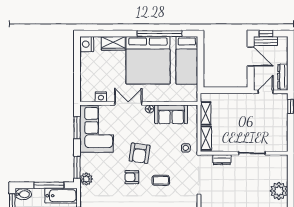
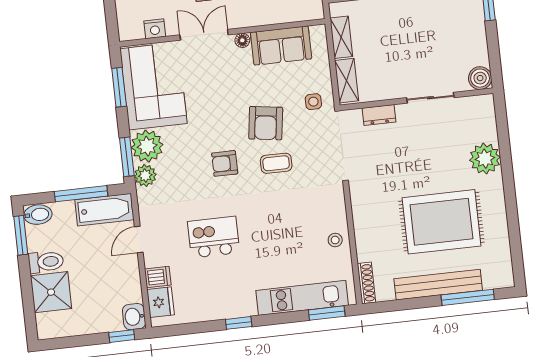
boiler: (281, 145) -> (480, 78), added
armchair: (140, 153) -> (266, 123), moved
plant: (89, 163) -> (147, 146), added

